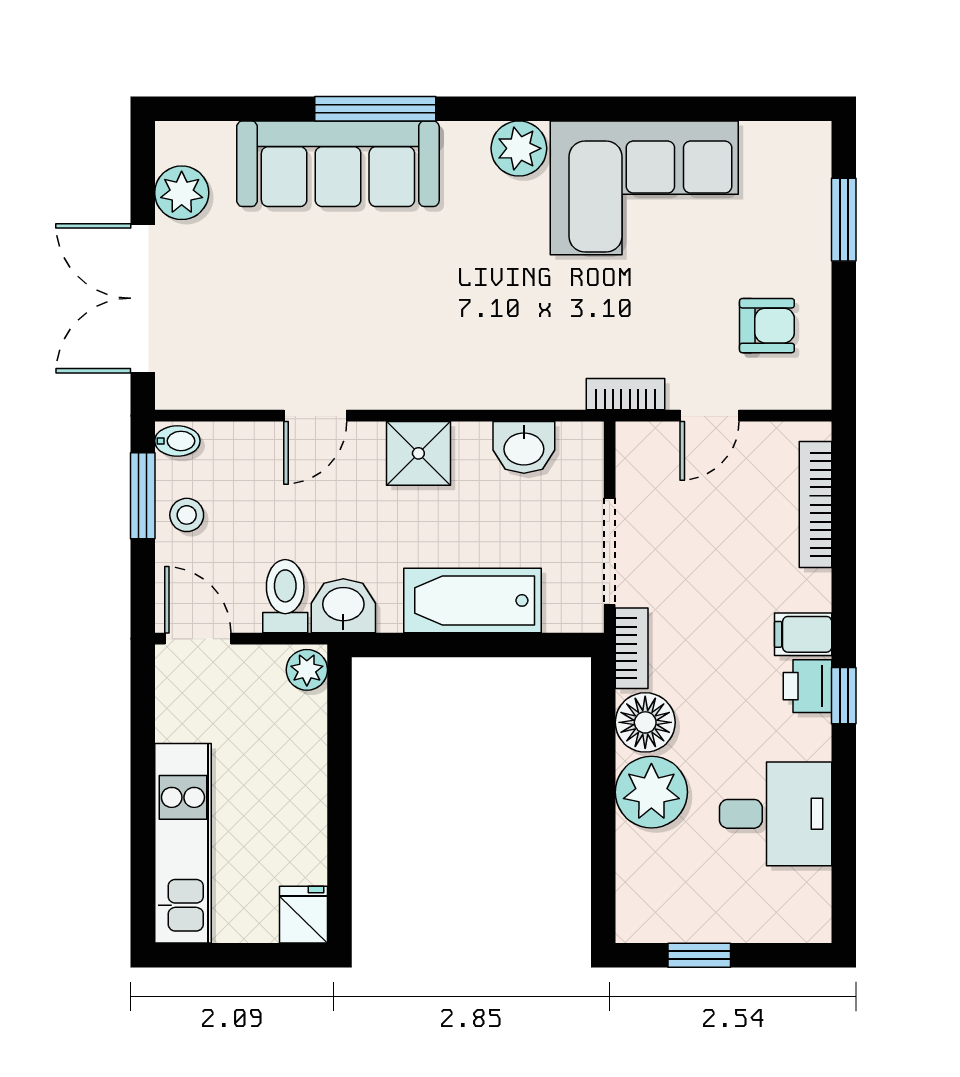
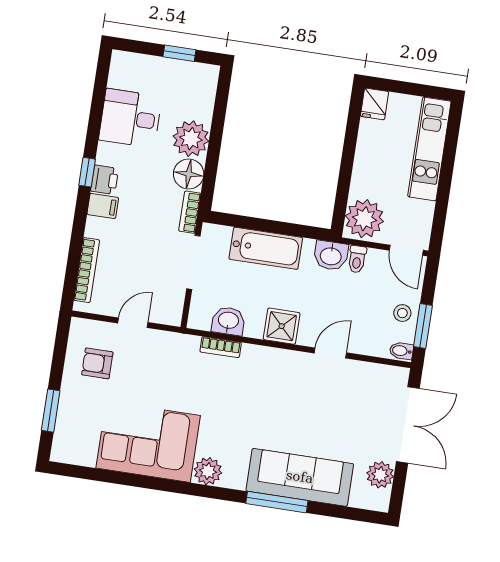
bookcase: (626, 394) -> (221, 347), moved
toilet: (285, 596) -> (357, 259), width x0.73, depth x0.72
plant: (307, 670) -> (364, 219), width x1.87, depth x1.87

